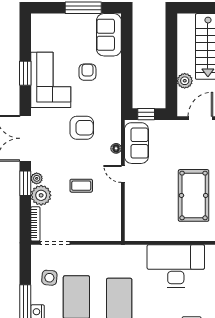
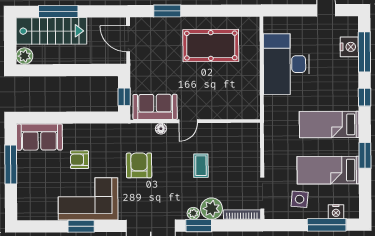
plant: (185, 81) -> (24, 56), moved

